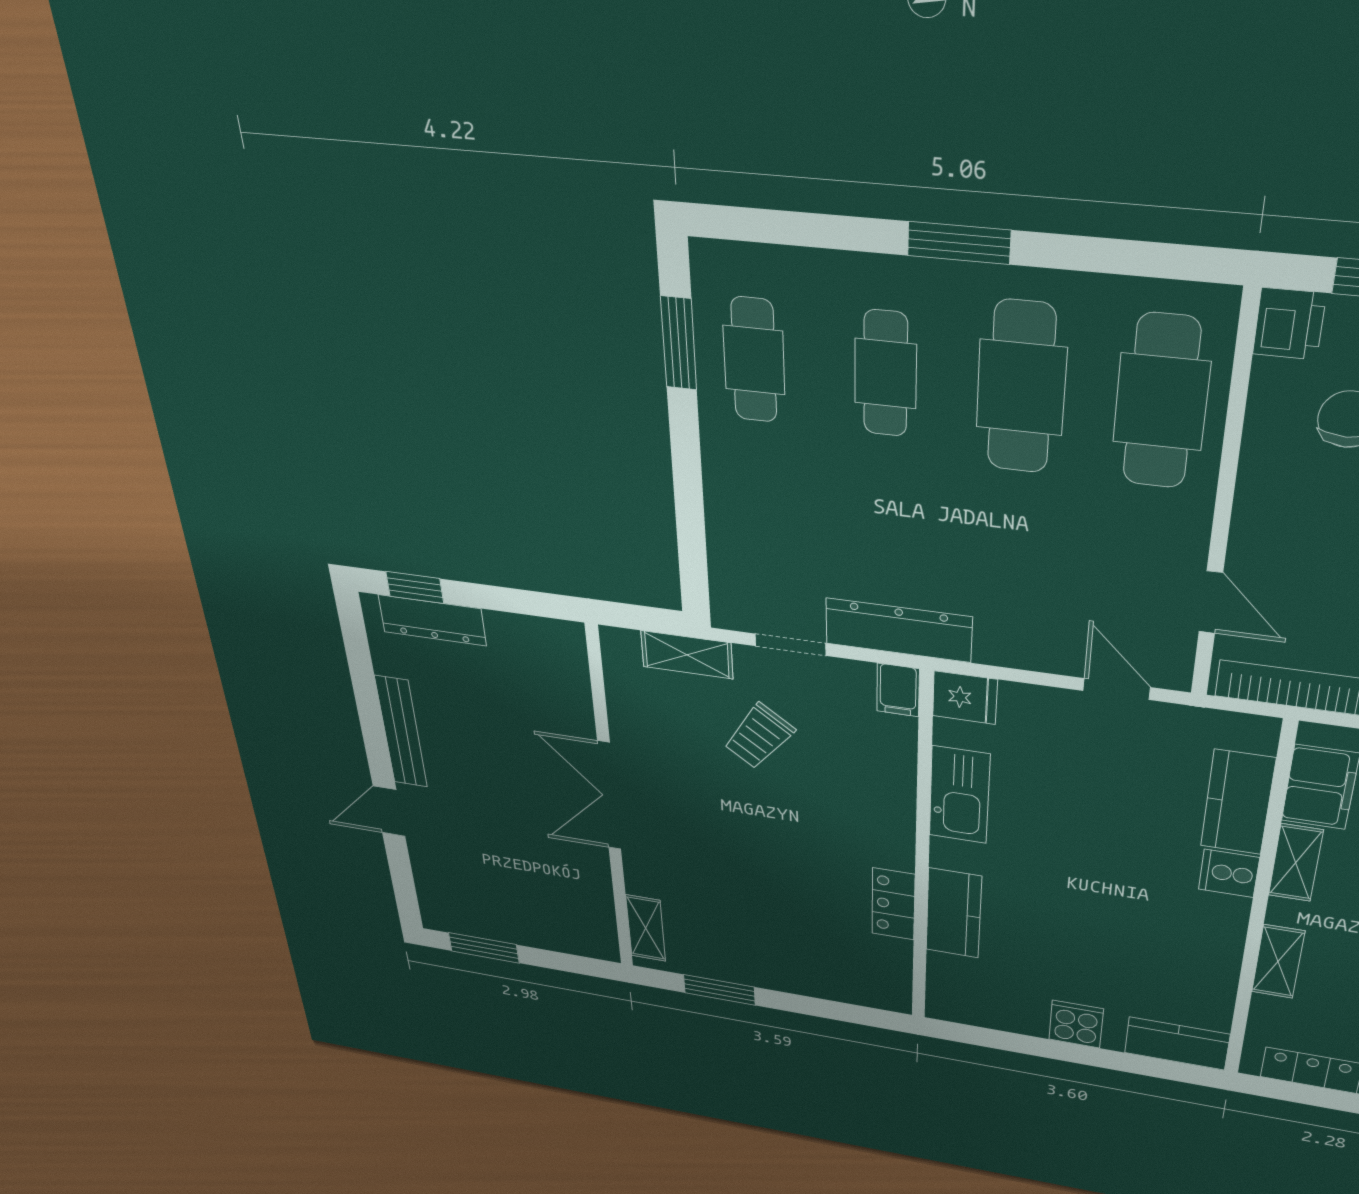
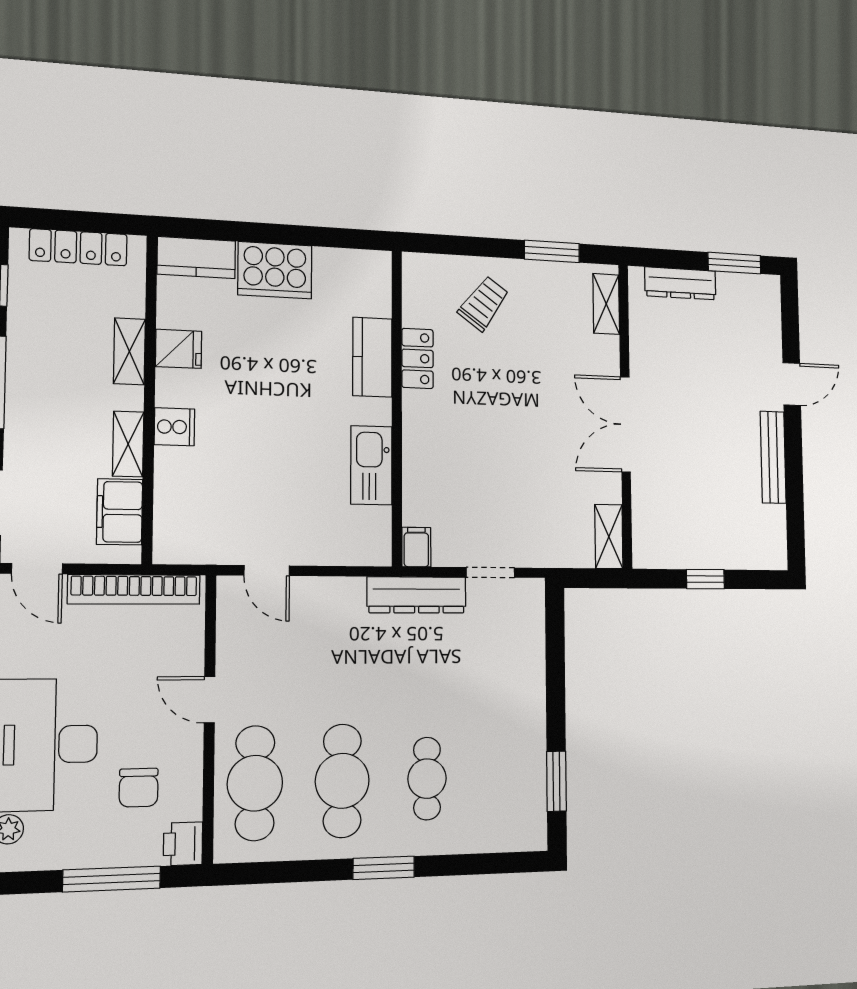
cafe table: (754, 360) -> (509, 776), removed
window: (415, 587) -> (705, 579), moved
door: (1211, 602) -> (209, 700), moved
dresser: (432, 620) -> (680, 283), moved, turned 180
shelving: (687, 655) -> (609, 536), moved, turned 90
fridge: (965, 698) -> (179, 349), moved, turned 180
trolley: (759, 736) -> (484, 303), moved
double door: (609, 796) -> (625, 424), swing flipped
kitchen counter: (1238, 802) -> (175, 490), removed
cooker: (1076, 1024) -> (275, 270), width x1.87, depth x1.31

